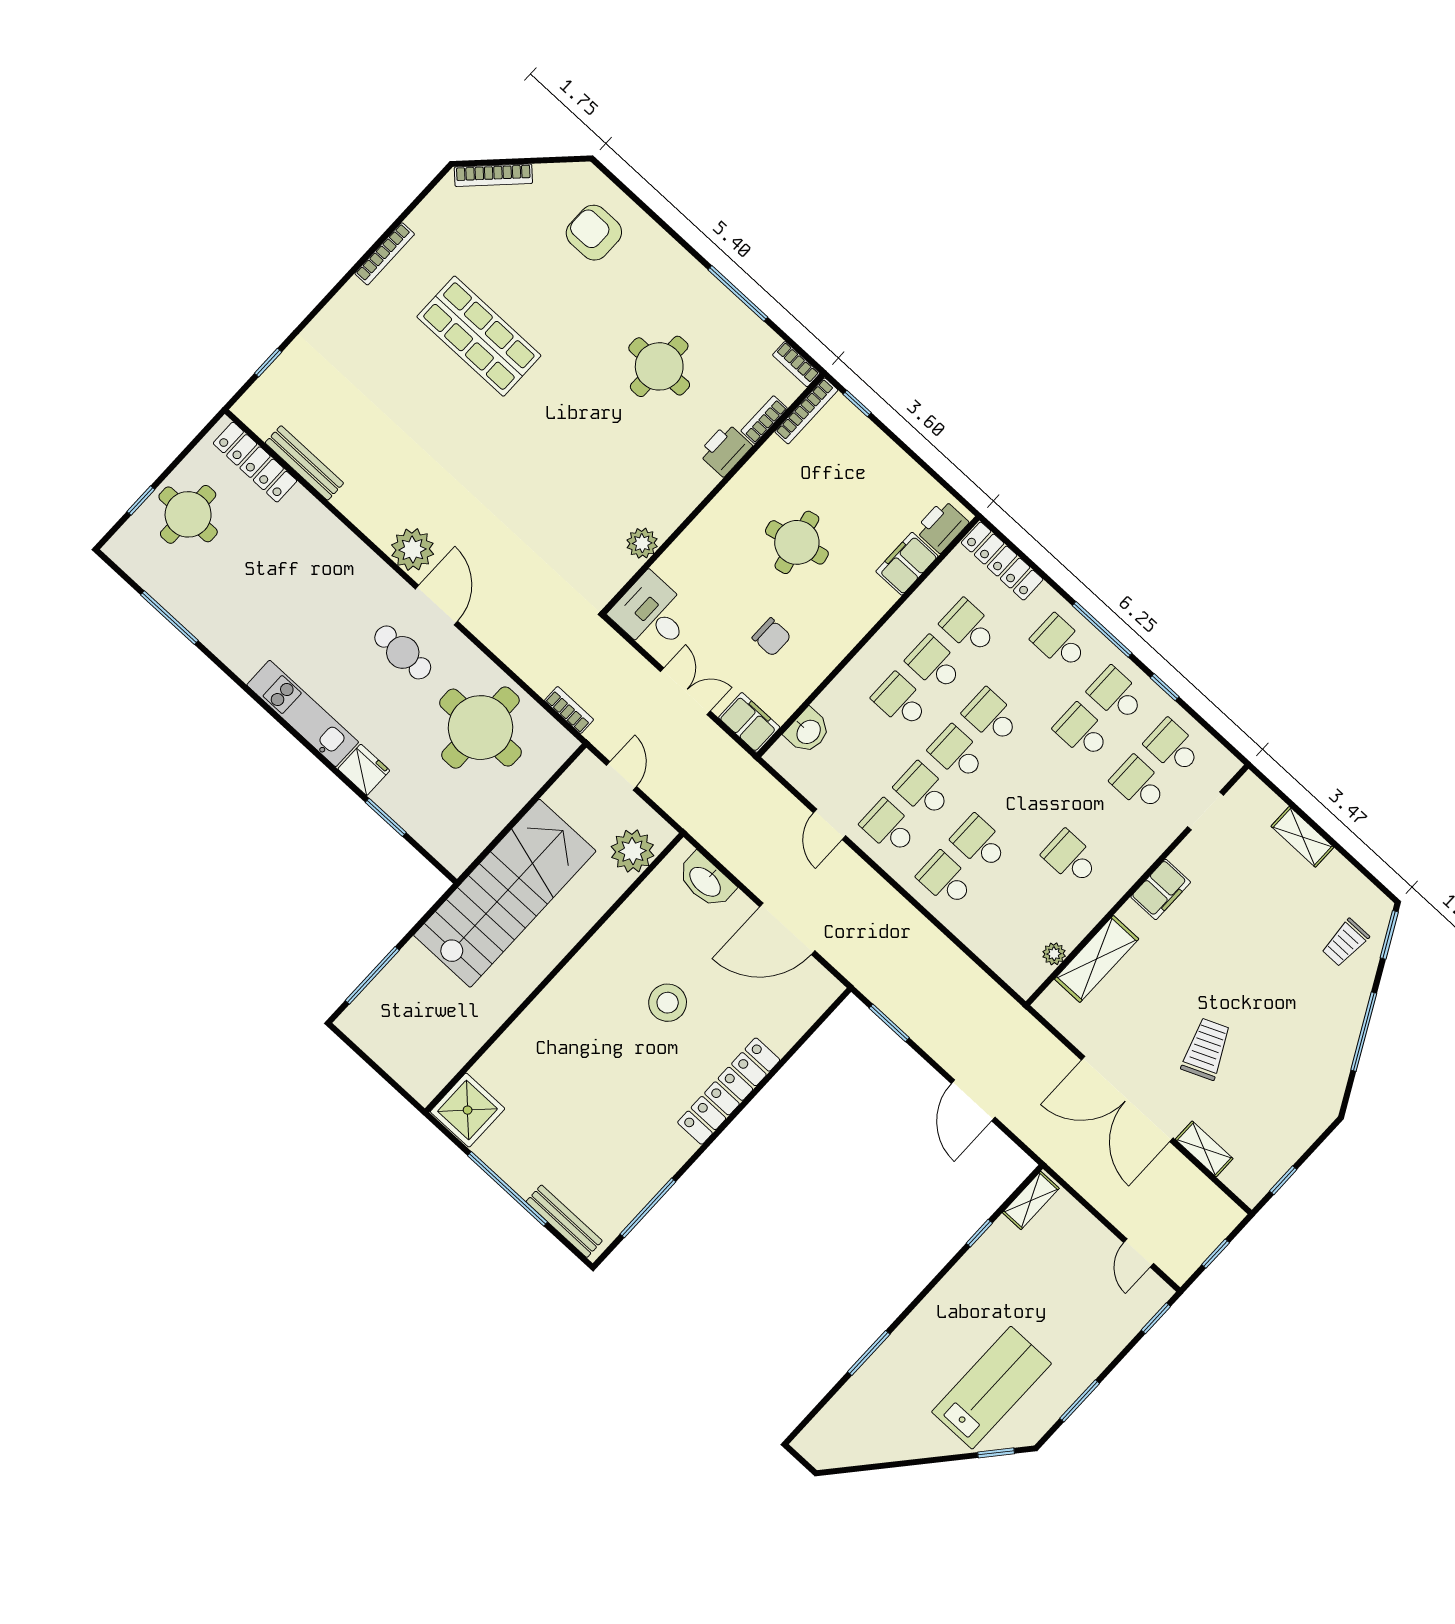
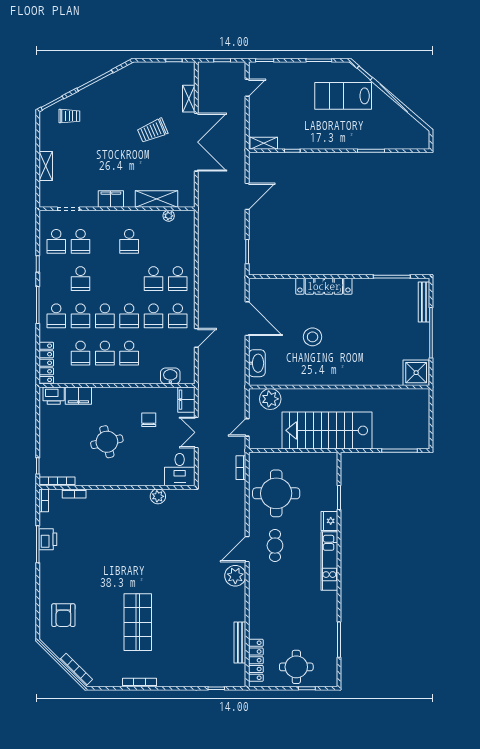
round table: (659, 366) -> (90, 548), removed
printer: (725, 450) -> (48, 539), moved, turned -90
school desk: (1116, 694) -> (81, 316), moved

